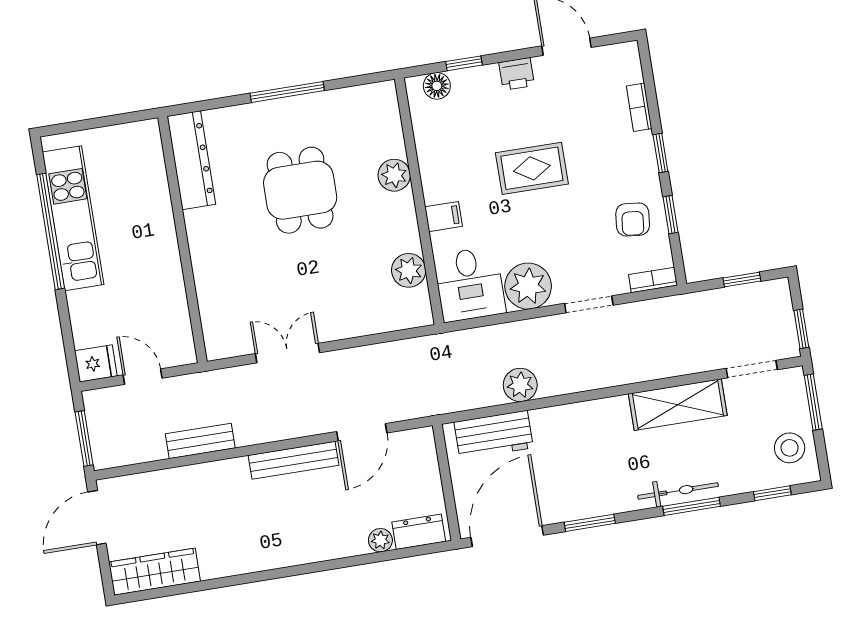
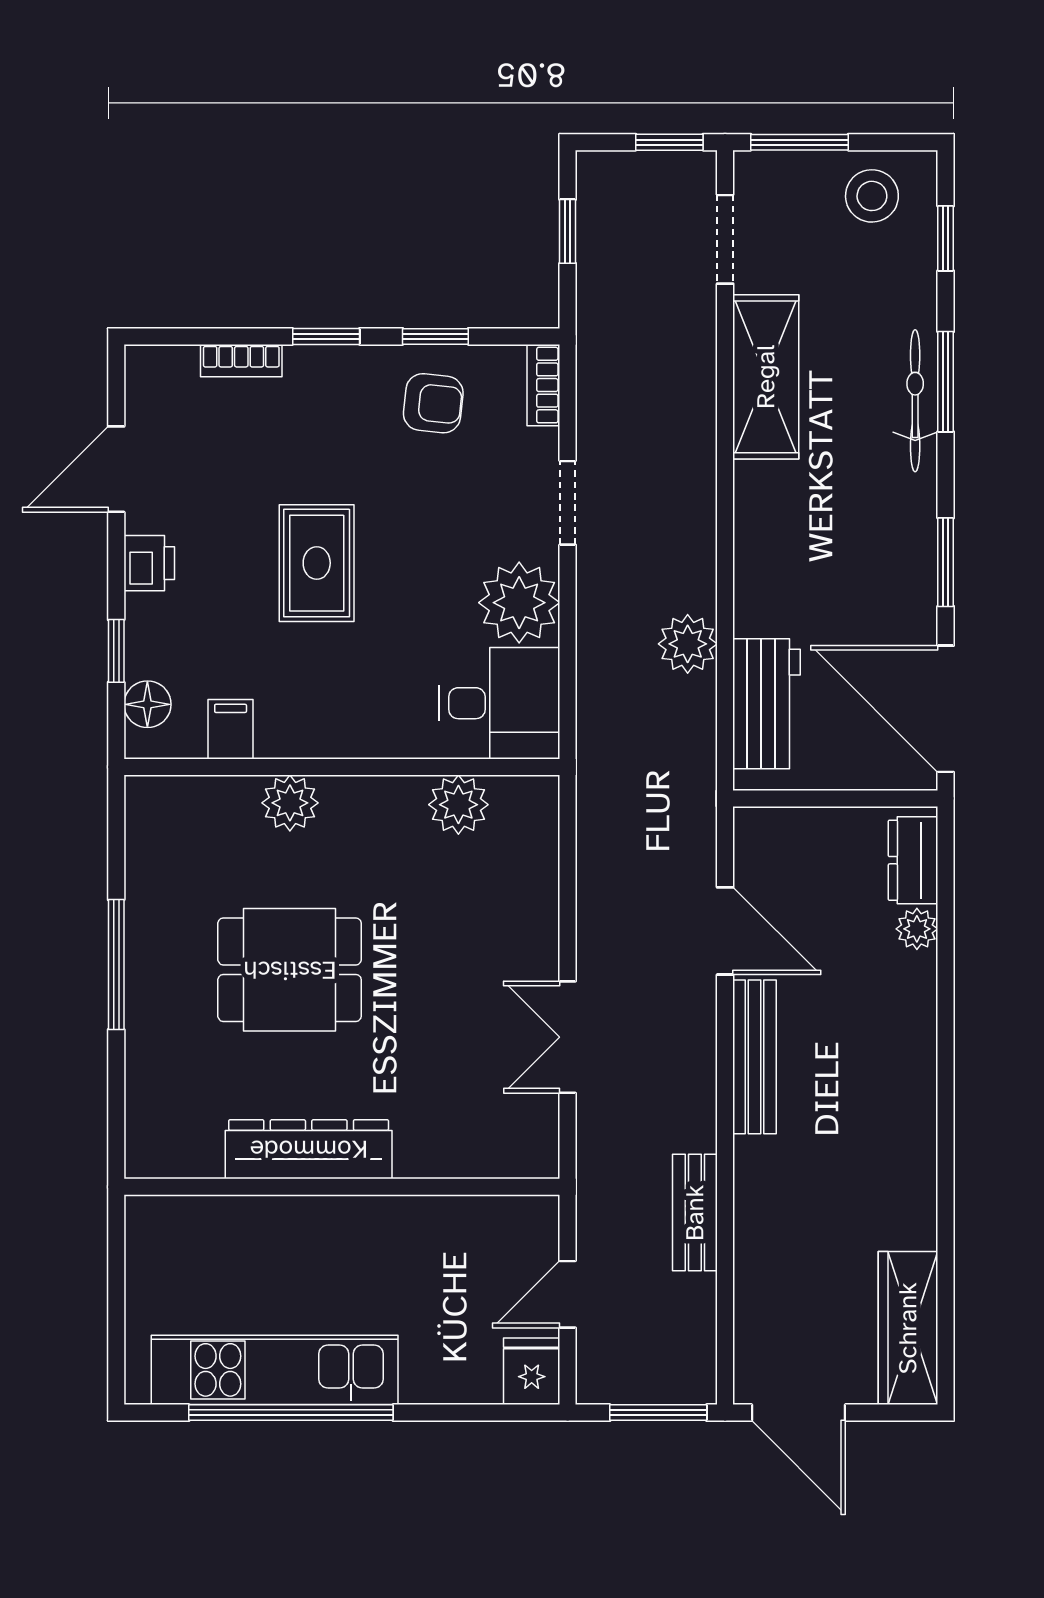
dresser: (191, 160) -> (309, 1149), moved
filing cabinet: (444, 217) -> (231, 729), moved

